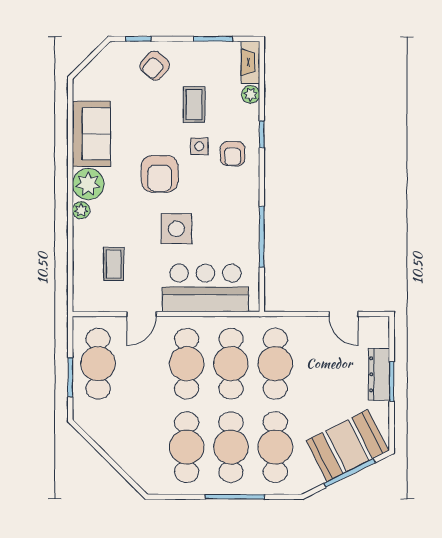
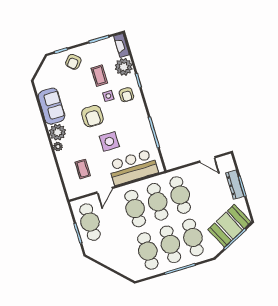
plant: (251, 94) -> (124, 67), width x1.87, depth x1.87

